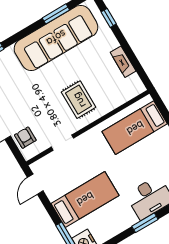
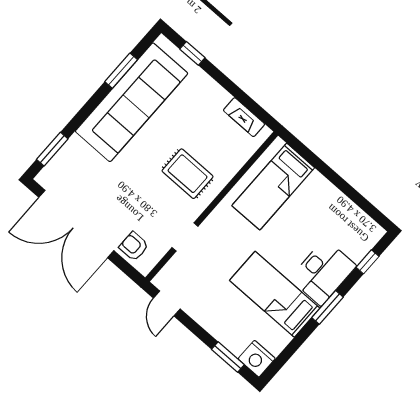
fireplace: (123, 62) -> (244, 117), moved
bed: (85, 199) -> (275, 294), moved, turned -90

